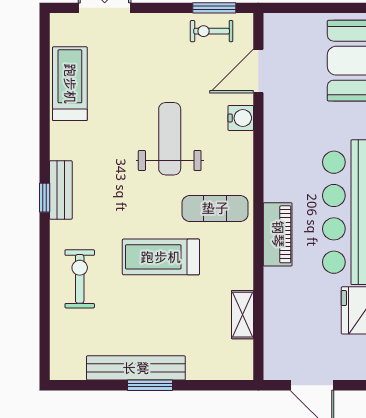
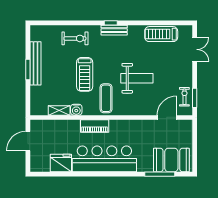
door: (258, 71) -> (167, 117), hinge flipped
treadmill: (70, 84) -> (161, 34), turned 180
water cooler: (241, 118) -> (76, 110), moved
treadmill: (161, 257) -> (85, 74), turned 180

